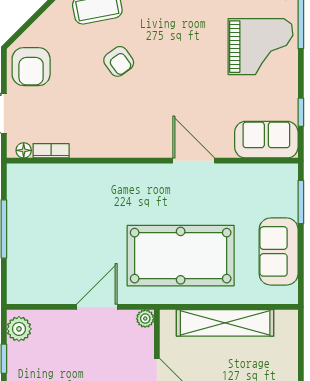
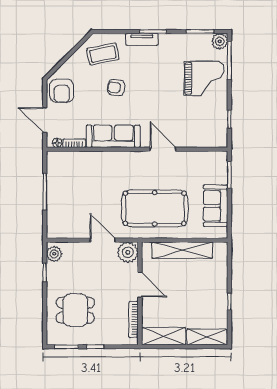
armchair: (119, 61) -> (116, 88), turned 134
sofa: (266, 140) -> (113, 136), moved, width x1.36
door: (97, 307) -> (103, 240), hinge flipped
plant: (145, 319) -> (128, 252), width x1.88, depth x1.88

